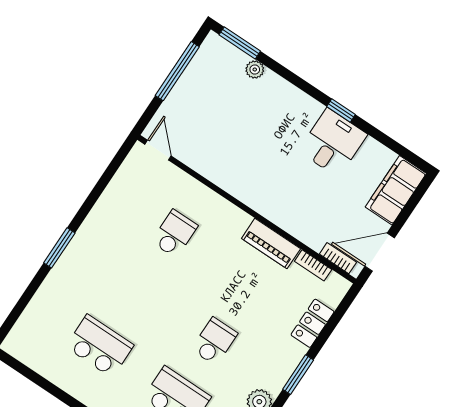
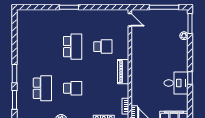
door: (158, 150) -> (130, 20), hinge flipped
piano: (271, 244) -> (123, 72), moved
school desk: (100, 346) -> (73, 47), moved

